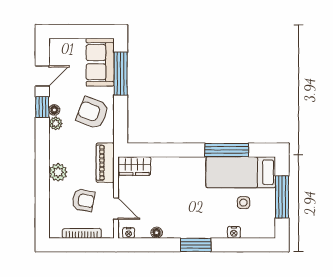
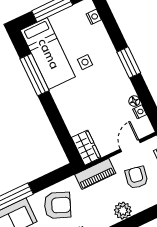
armchair: (93, 113) -> (58, 205), turned -89
side table: (243, 203) -> (85, 62), moved
nightstand: (234, 232) -> (94, 17), moved
nightstand: (129, 233) -> (140, 112), moved

